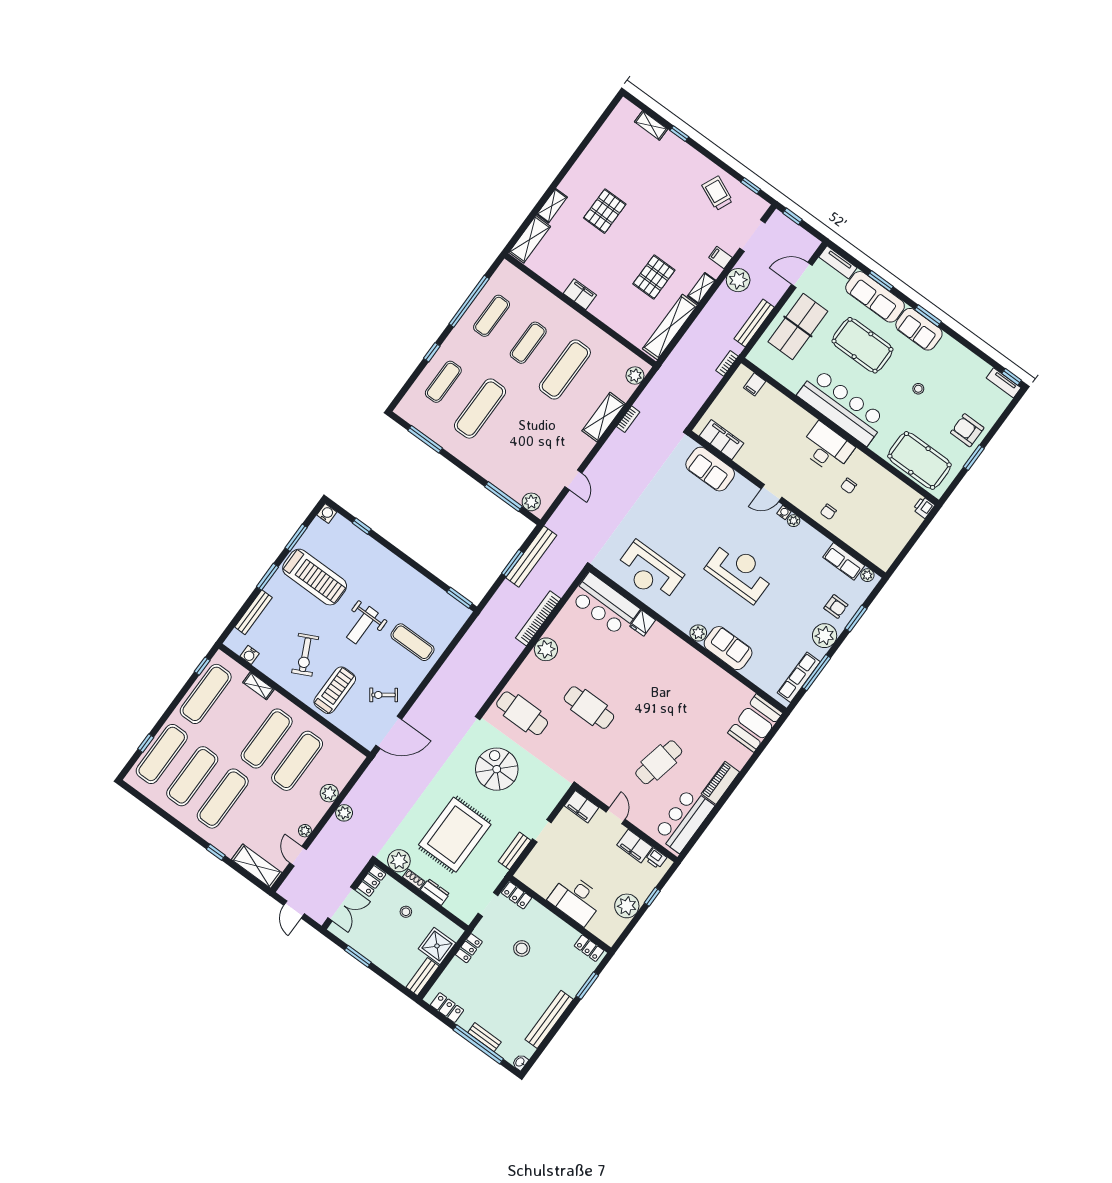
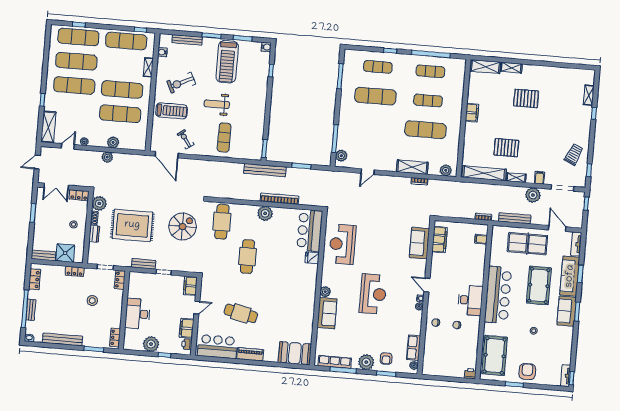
bench: (531, 556) -> (265, 170), moved

